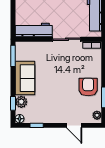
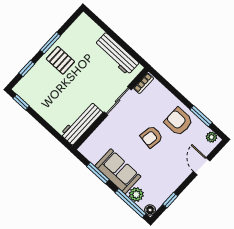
window: (13, 56) -> (98, 173), moved
armchair: (64, 79) -> (152, 137), added
window: (13, 103) -> (131, 203), width x2.17
door: (74, 125) -> (202, 166), swing flipped

